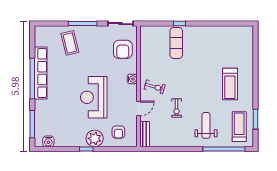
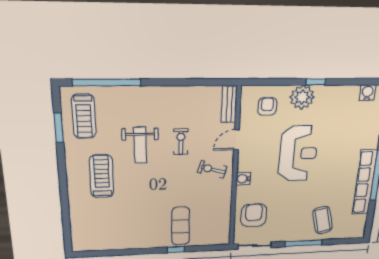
weight bench: (206, 125) -> (140, 145), moved

